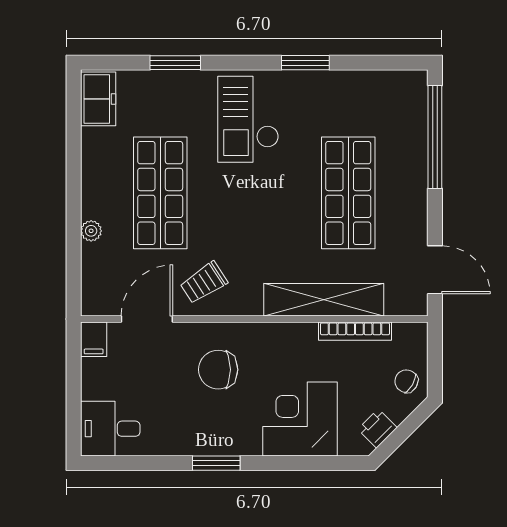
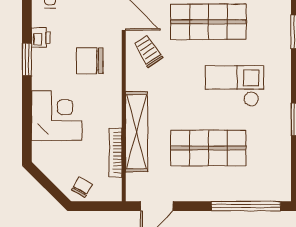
checkout: (248, 119) -> (234, 86), moved
chair: (218, 370) -> (90, 61), turned -90
printer: (377, 428) -> (41, 38), moved, turned 45

